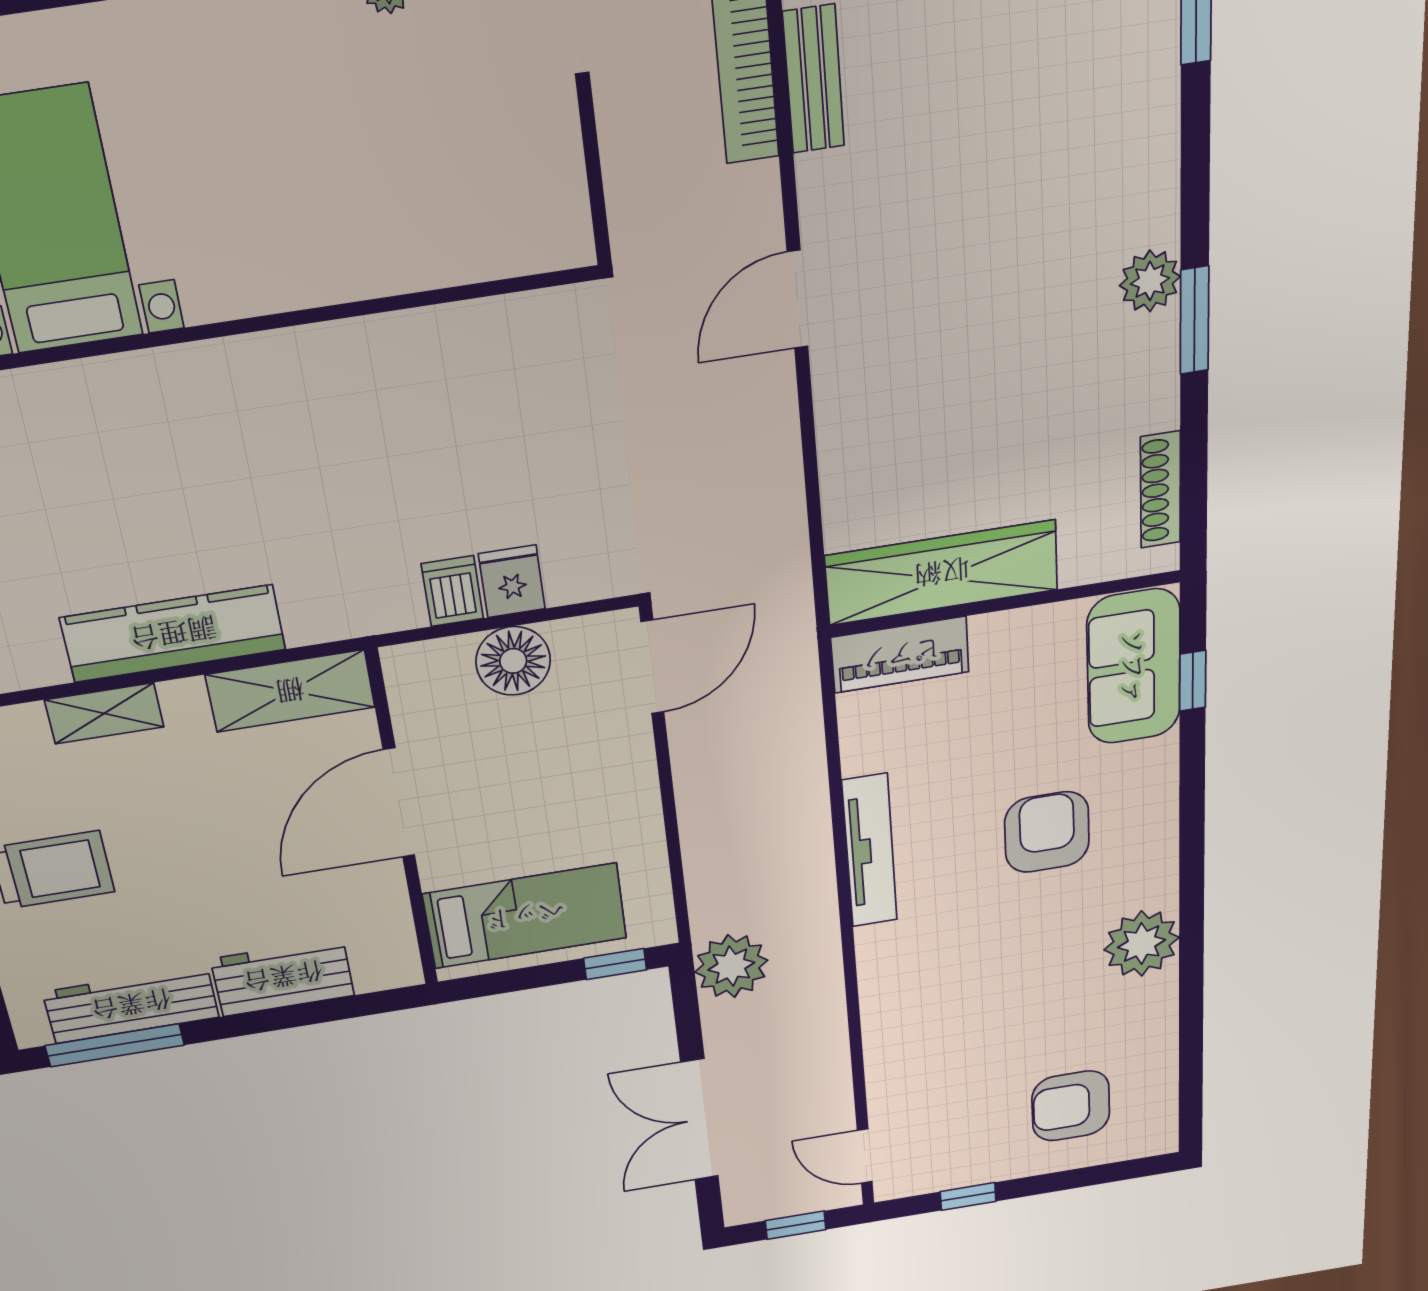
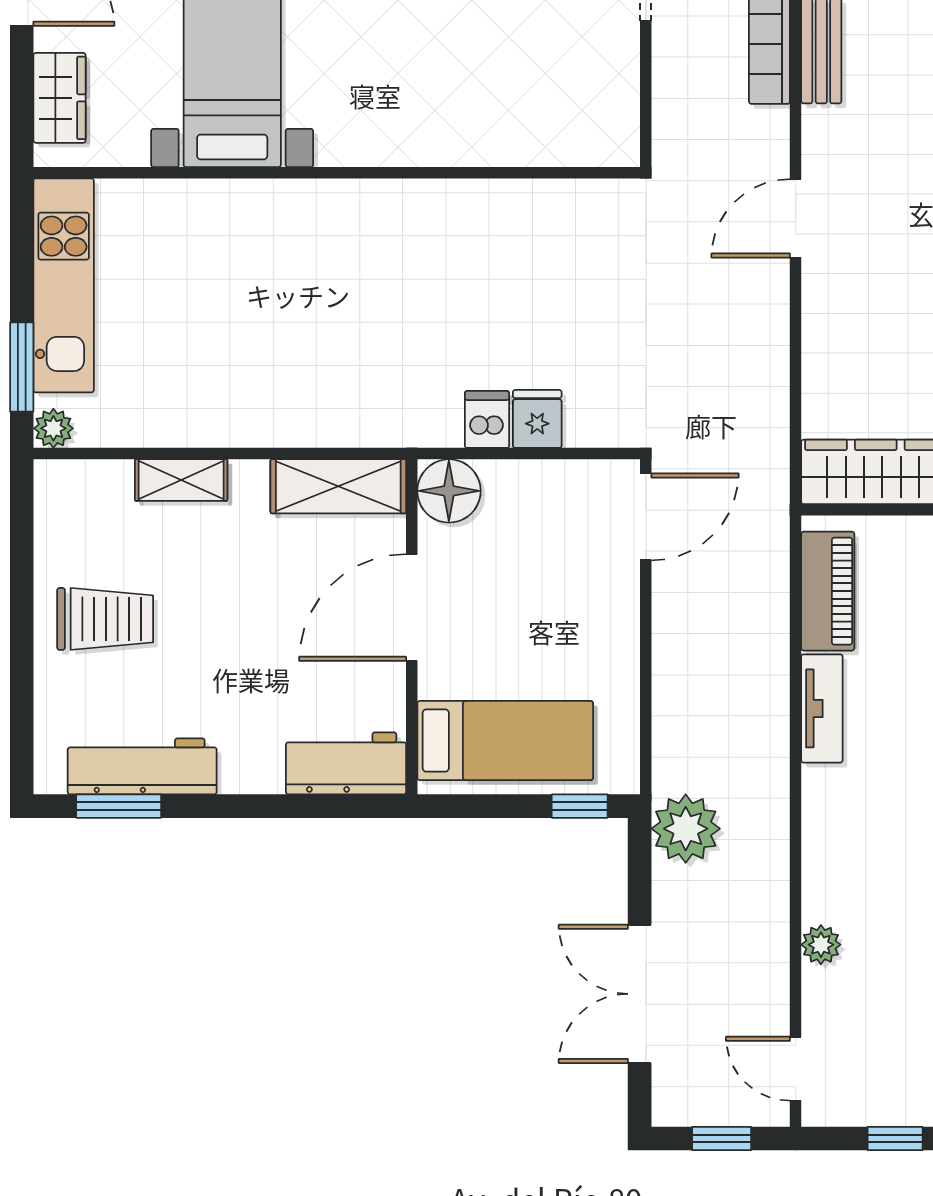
kitchen counter: (173, 634) -> (252, 418), removed
piano: (900, 655) -> (828, 591), moved, turned -90
floor lamp: (513, 661) -> (449, 491), moved
tv unit: (870, 851) -> (822, 708), width x0.71
workbench: (283, 977) -> (346, 763), moved
window: (115, 1045) -> (119, 806), width x0.69
plant: (883, 1047) -> (821, 945), added

